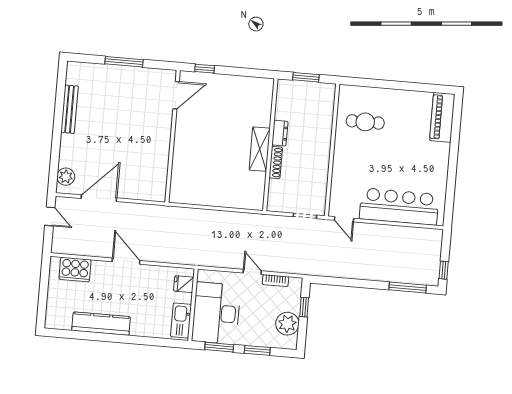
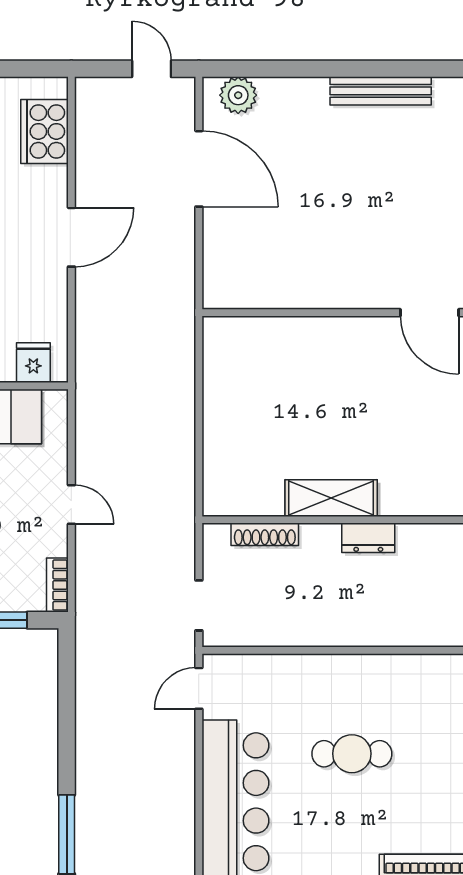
cafe table: (365, 122) -> (352, 754), moved, turned 90
shoe rack: (276, 163) -> (265, 534), moved
door: (50, 216) -> (152, 69), swing flipped
door: (252, 272) -> (71, 505), hinge flipped
bookcase: (275, 281) -> (57, 585), moved

